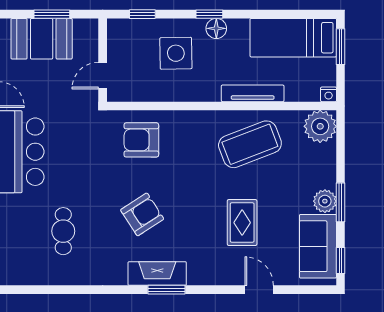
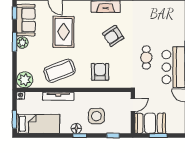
booth: (42, 39) -> (150, 123), moved
armchair: (141, 140) -> (100, 72), moved, turned -90
rug: (242, 223) -> (63, 32), width x1.36, depth x1.43
cafe table: (63, 231) -> (146, 58), moved

